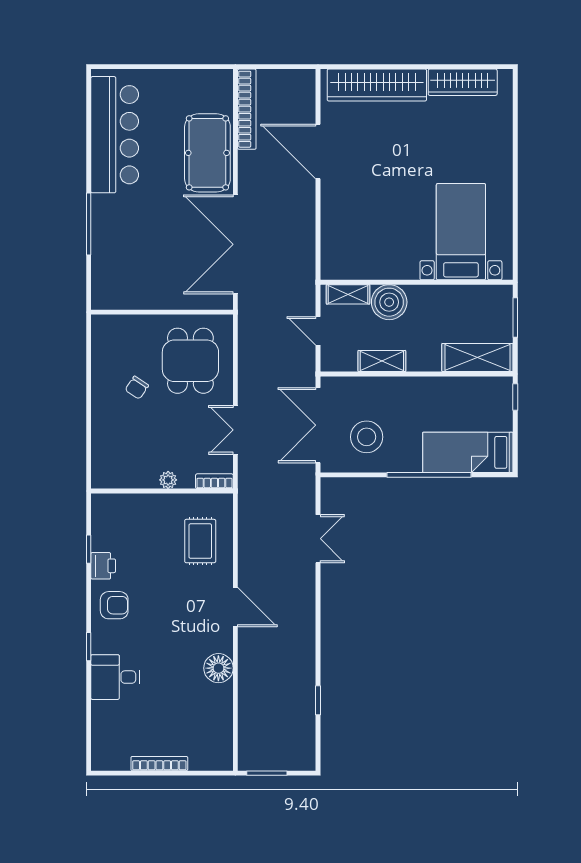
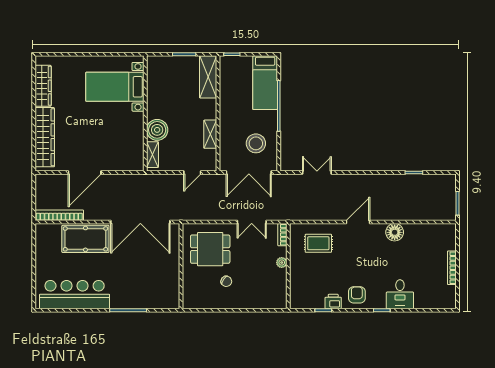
bed with nightstands: (461, 232) -> (115, 87), moved
wall: (417, 282) -> (145, 113), moved
shelving: (348, 294) -> (152, 155), moved
boiler: (389, 302) -> (157, 130), moved

